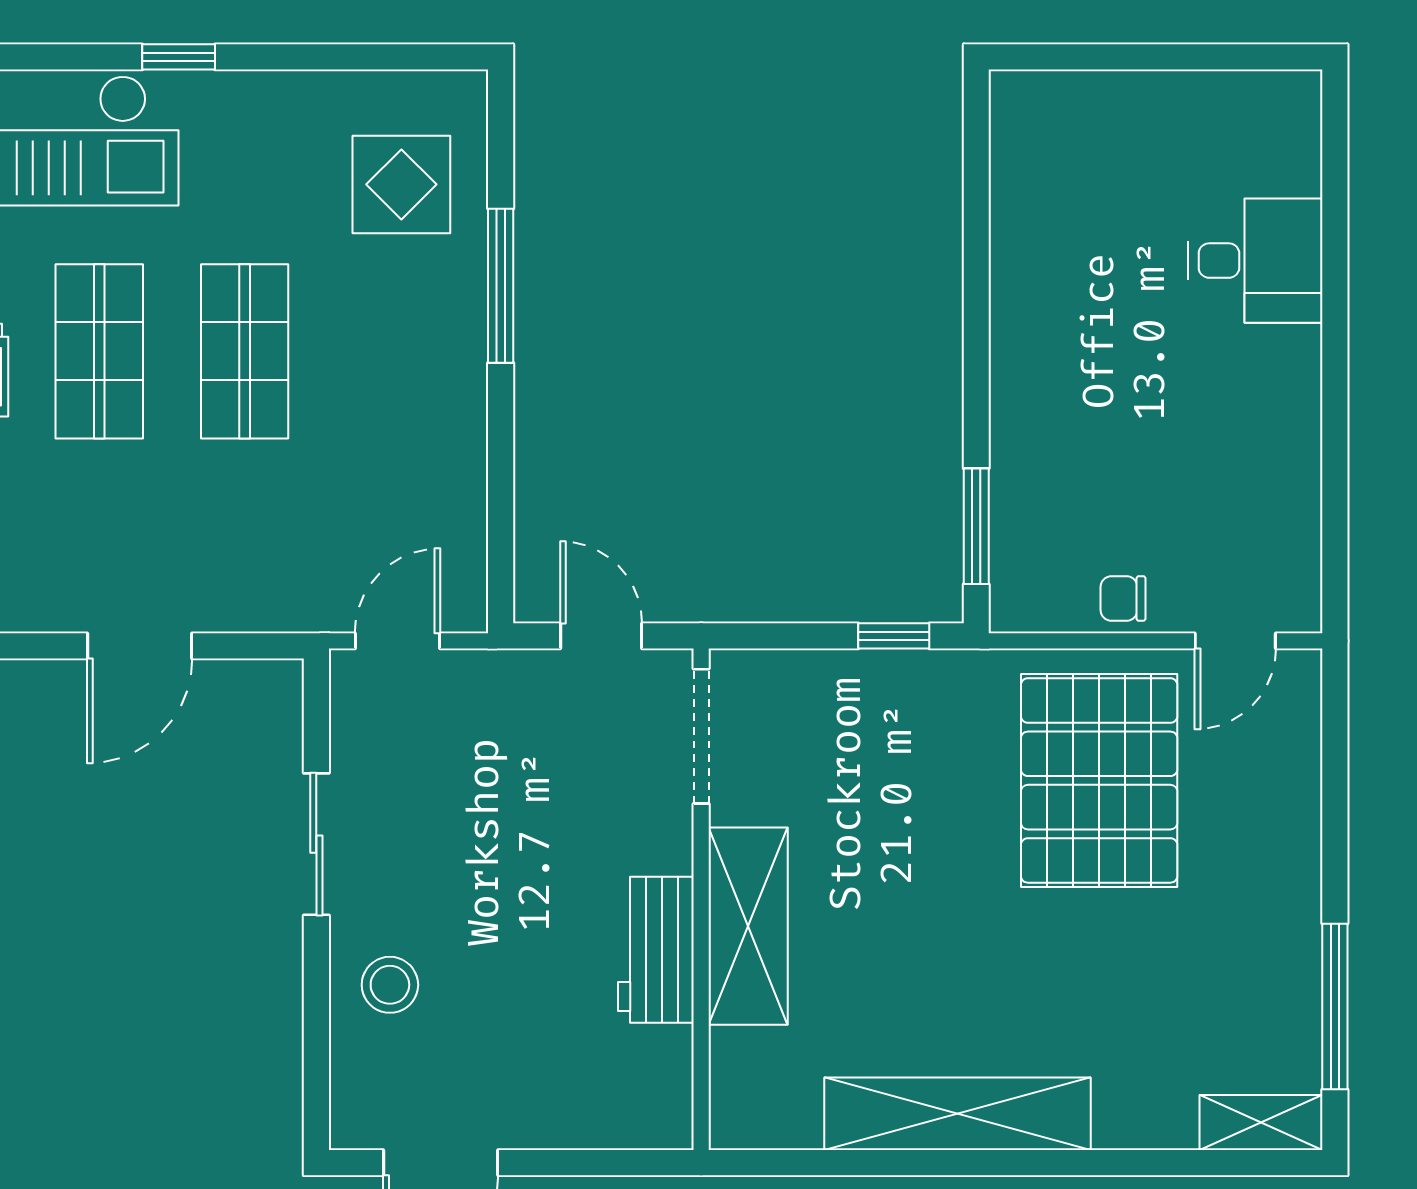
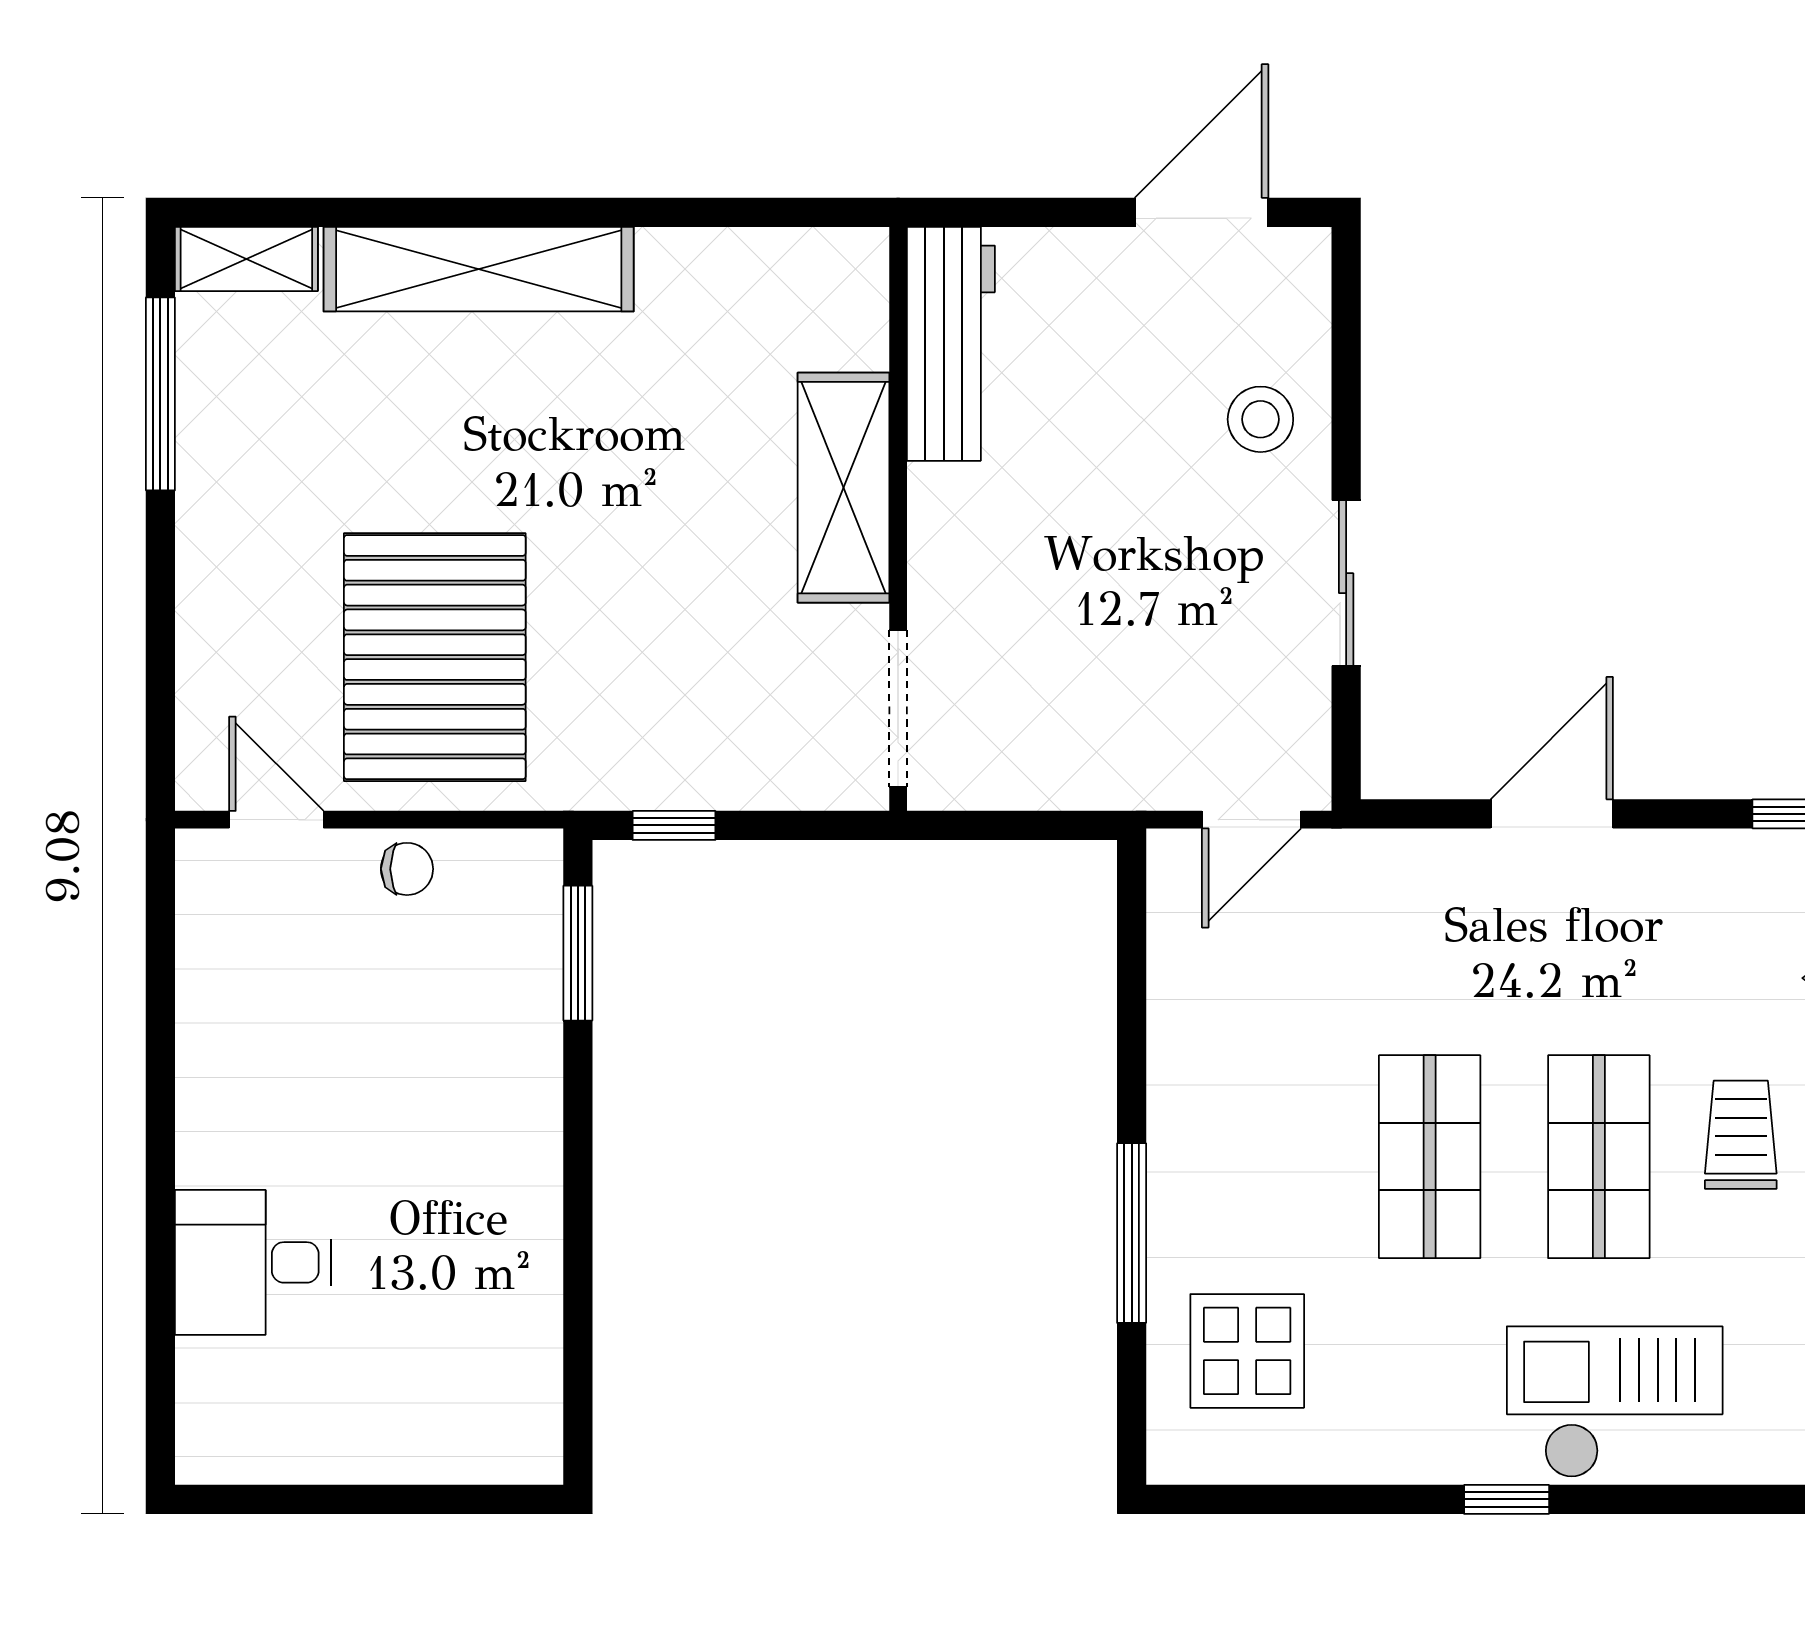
door: (601, 636) -> (1015, 825), removed
door: (1235, 641) -> (276, 820), hinge flipped
workbench: (656, 950) -> (951, 344), moved, width x1.37
shelving: (958, 1114) -> (479, 269), moved

